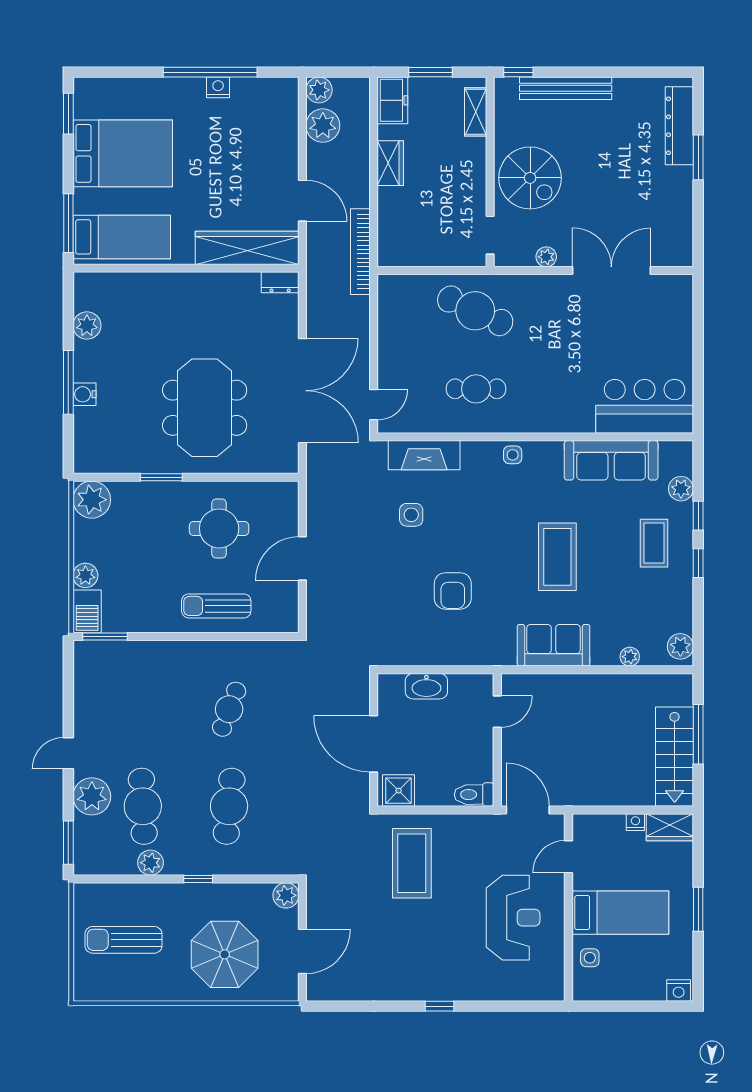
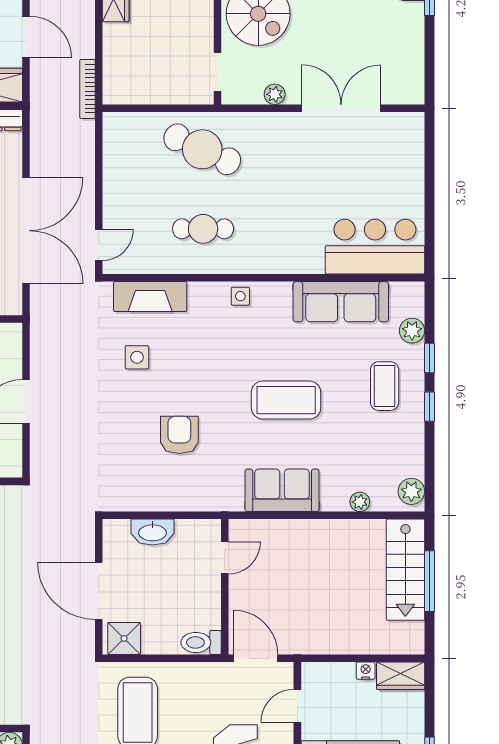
bookcase: (360, 252) -> (87, 89), width x0.68, depth x0.76
coffee table: (557, 557) -> (286, 400), turned 90
armchair: (453, 591) -> (179, 435), turned 180
stairs: (675, 757) -> (405, 570), moved

